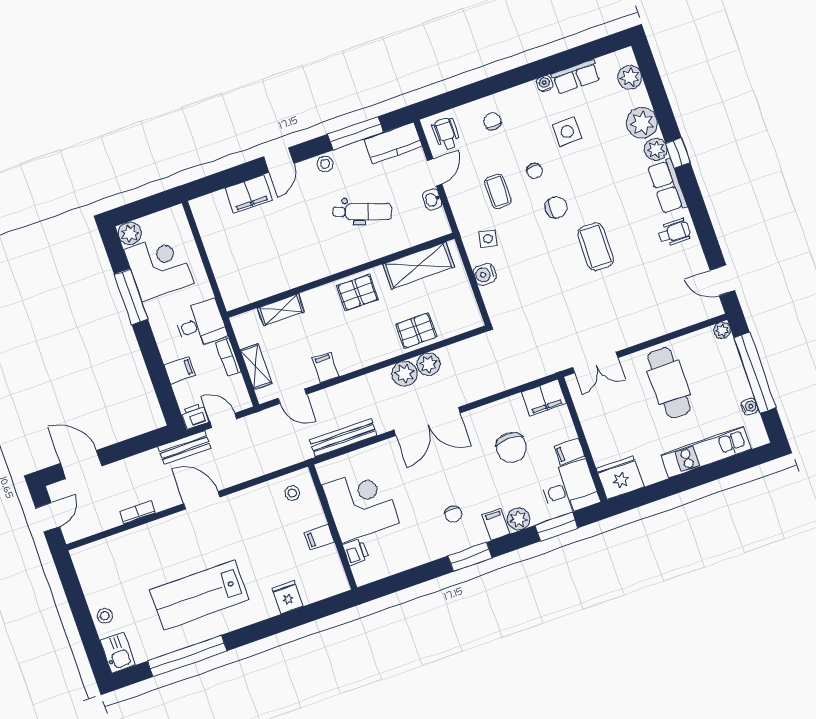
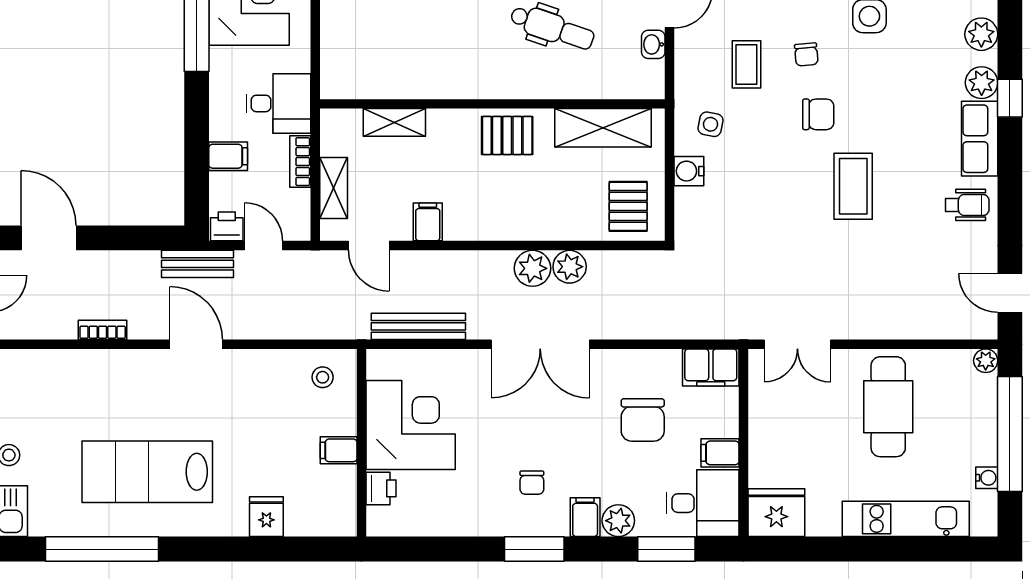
plant: (642, 123) -> (981, 34), width x0.73, depth x0.73
pallet: (416, 330) -> (628, 206), moved, turned 90

